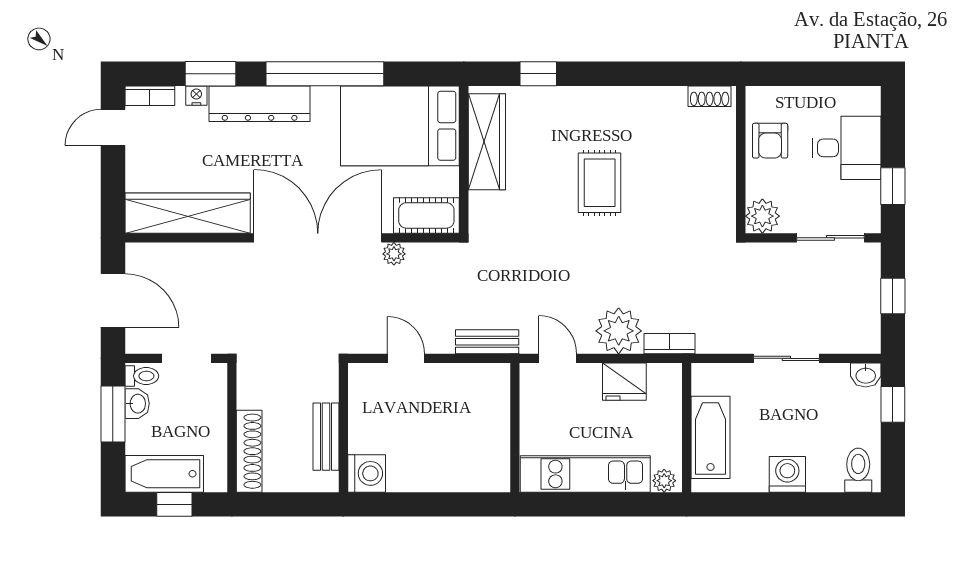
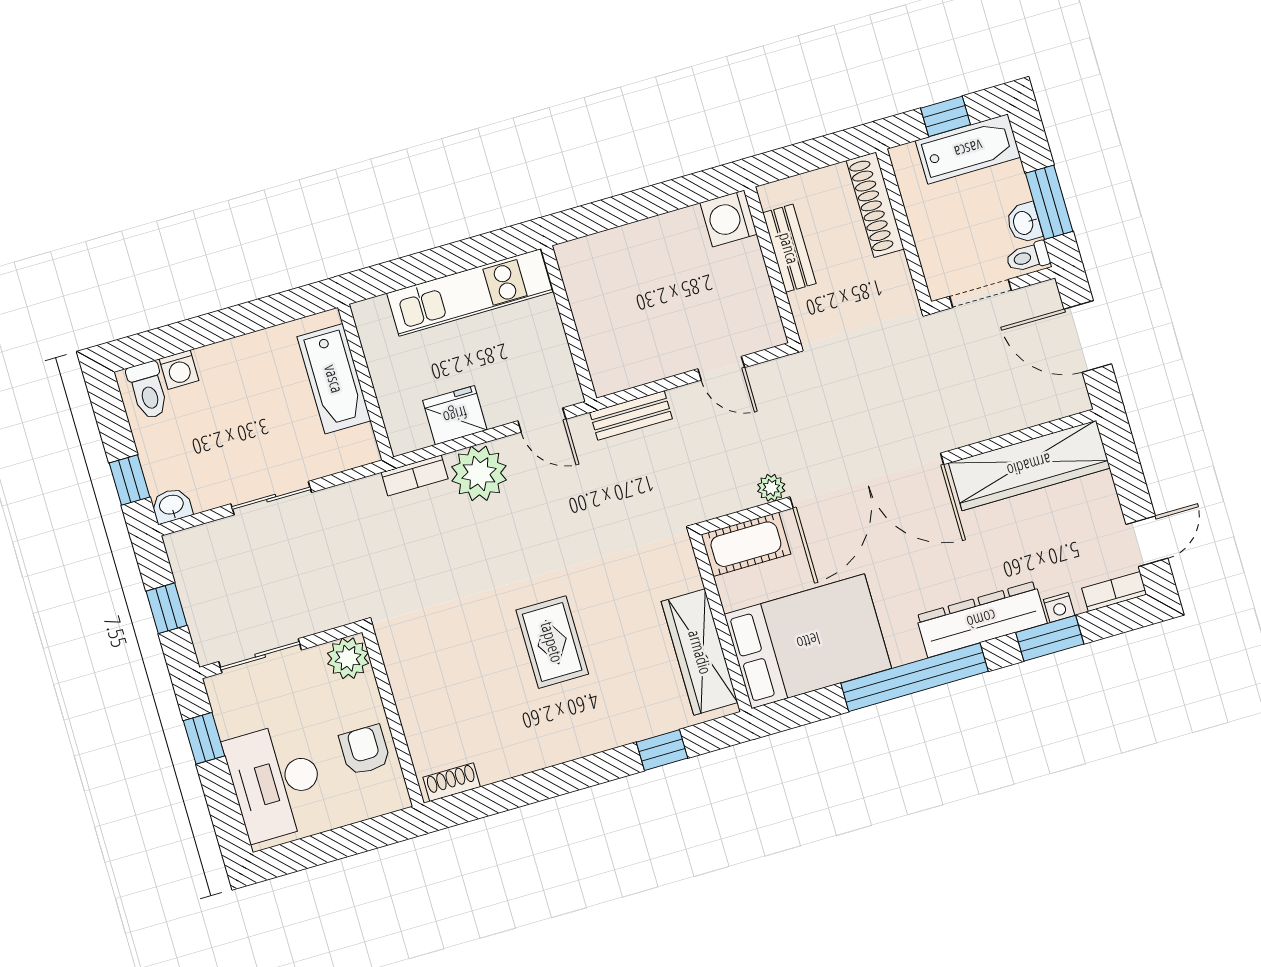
desk: (846, 148) -> (276, 782), width x1.37
washing machine: (787, 474) -> (179, 370), moved, width x0.73, depth x0.73
plant: (664, 481) -> (374, 312), removed

